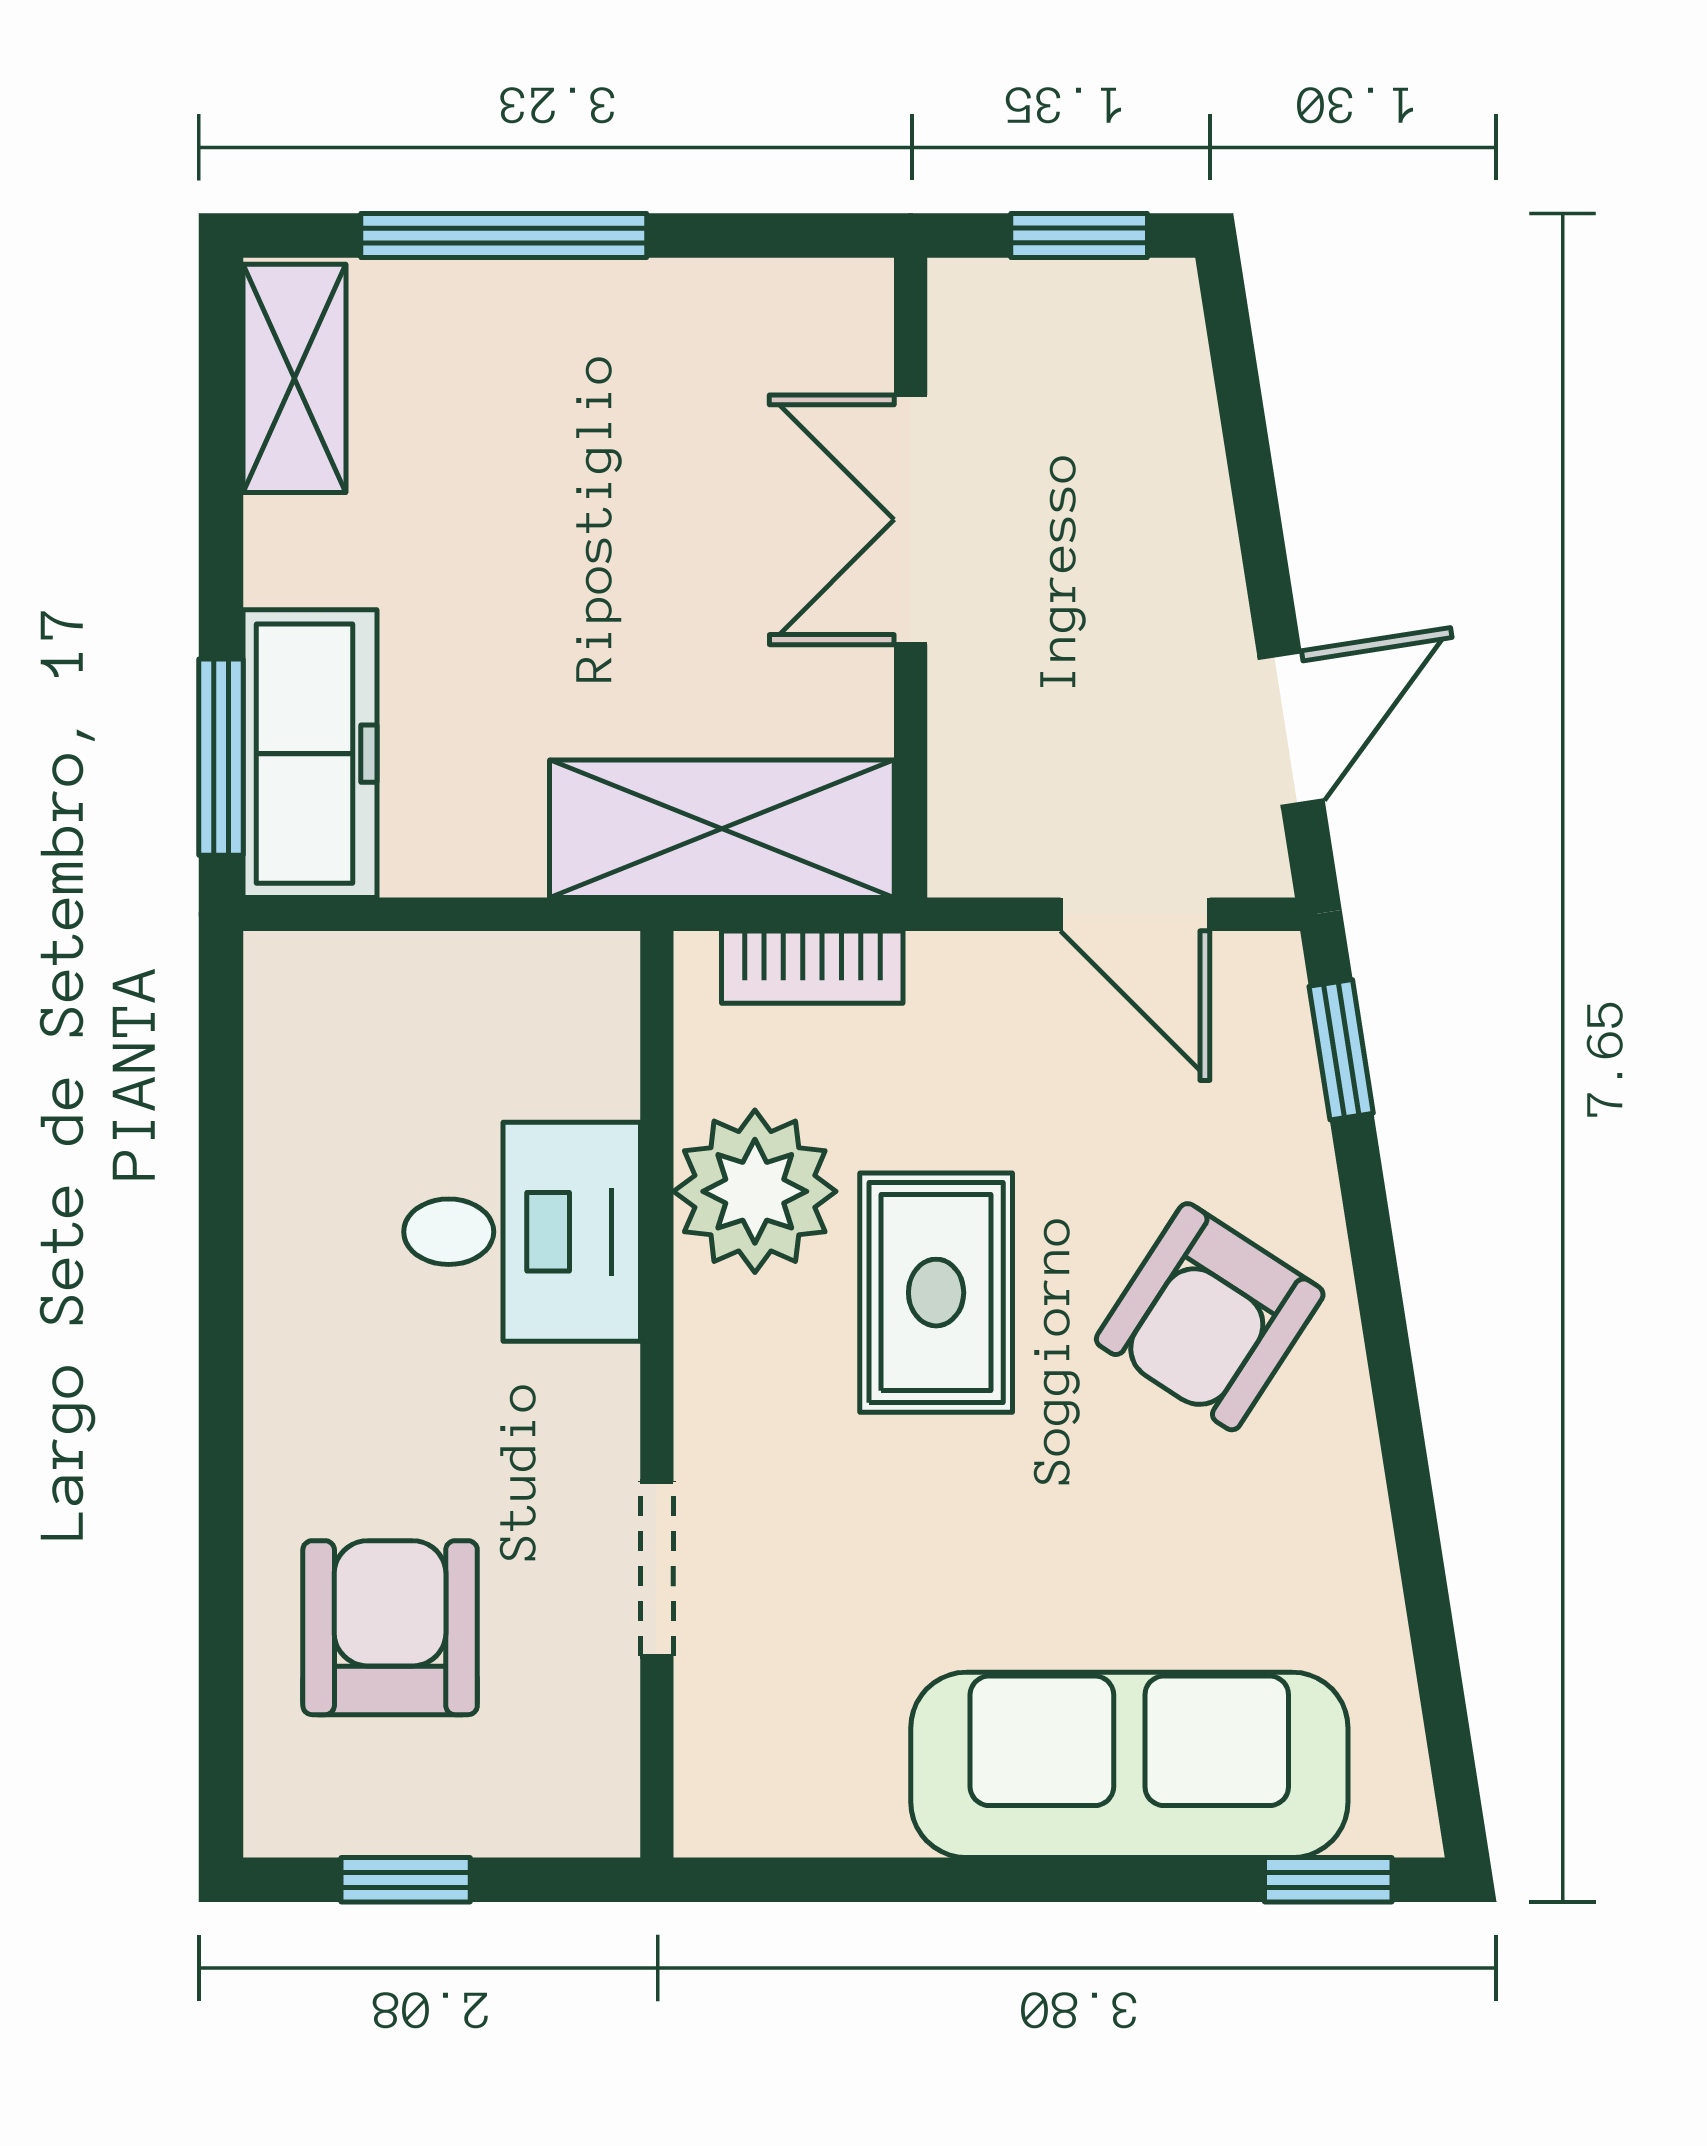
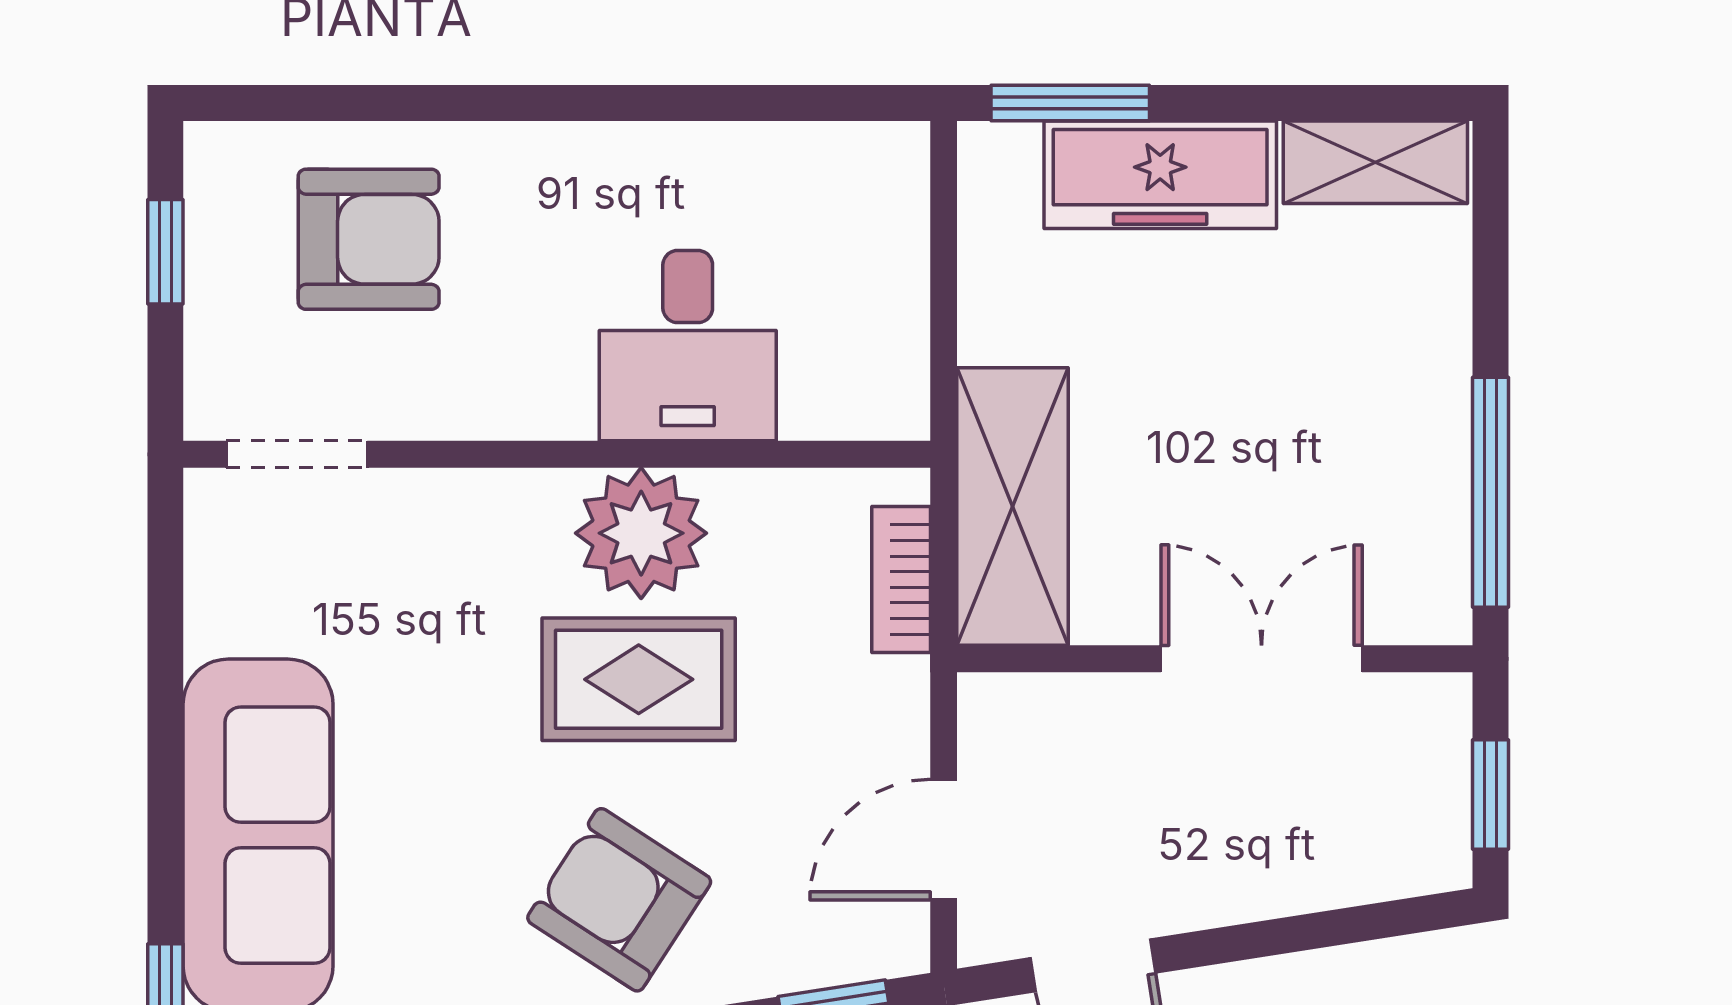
window: (504, 236) -> (1491, 492), moved
freezer: (310, 754) -> (1160, 175), moved
plant: (755, 1191) -> (641, 533), moved
doorway: (657, 1569) -> (297, 454), moved

